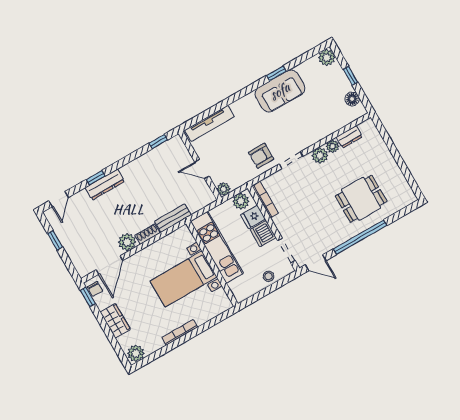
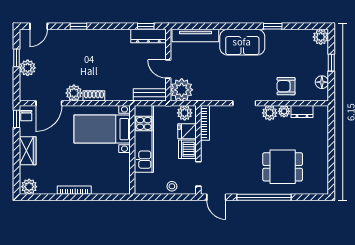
sofa: (280, 91) -> (242, 42), moved
armchair: (261, 156) -> (286, 86), moved
dresser: (105, 185) -> (148, 36), moved
plant: (224, 189) -> (182, 90), width x1.88, depth x1.88
bench: (173, 218) -> (150, 95), moved
plant: (71, 244) -> (28, 68), added
bed with nightstands: (183, 279) -> (102, 129), moved

